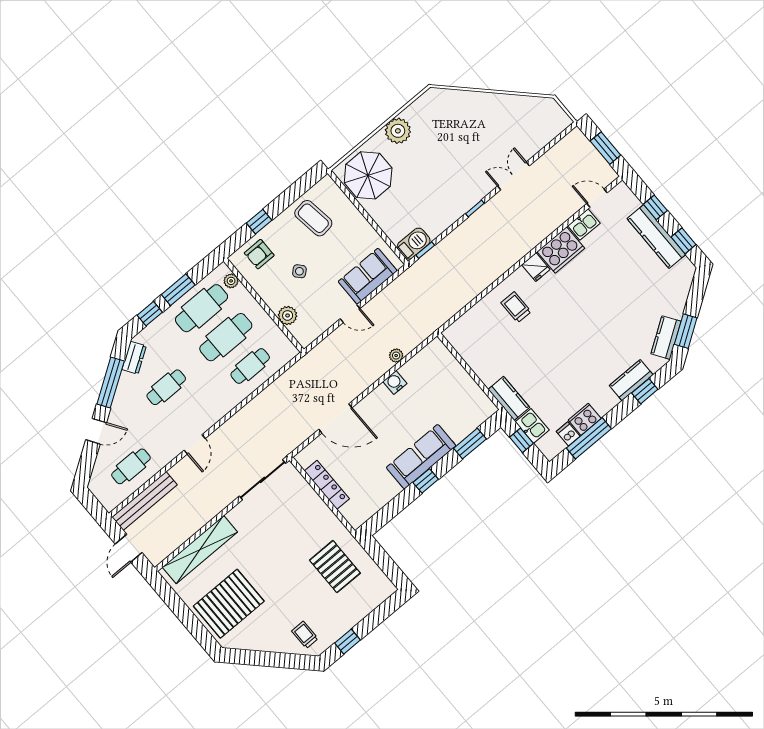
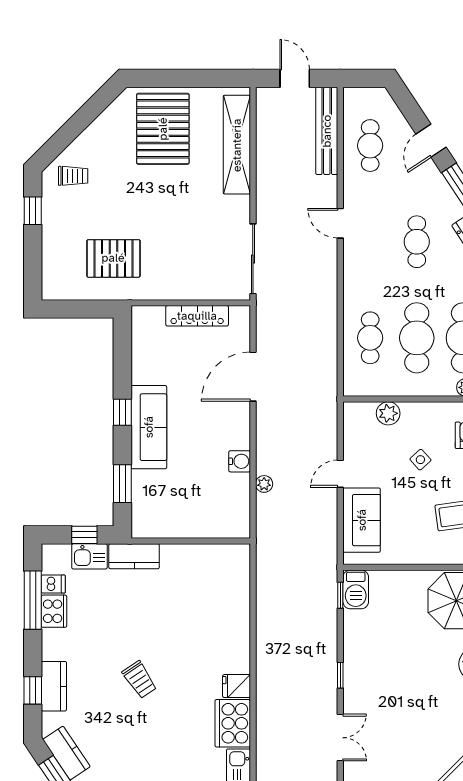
trolley: (516, 307) -> (140, 680), moved, turned 56

